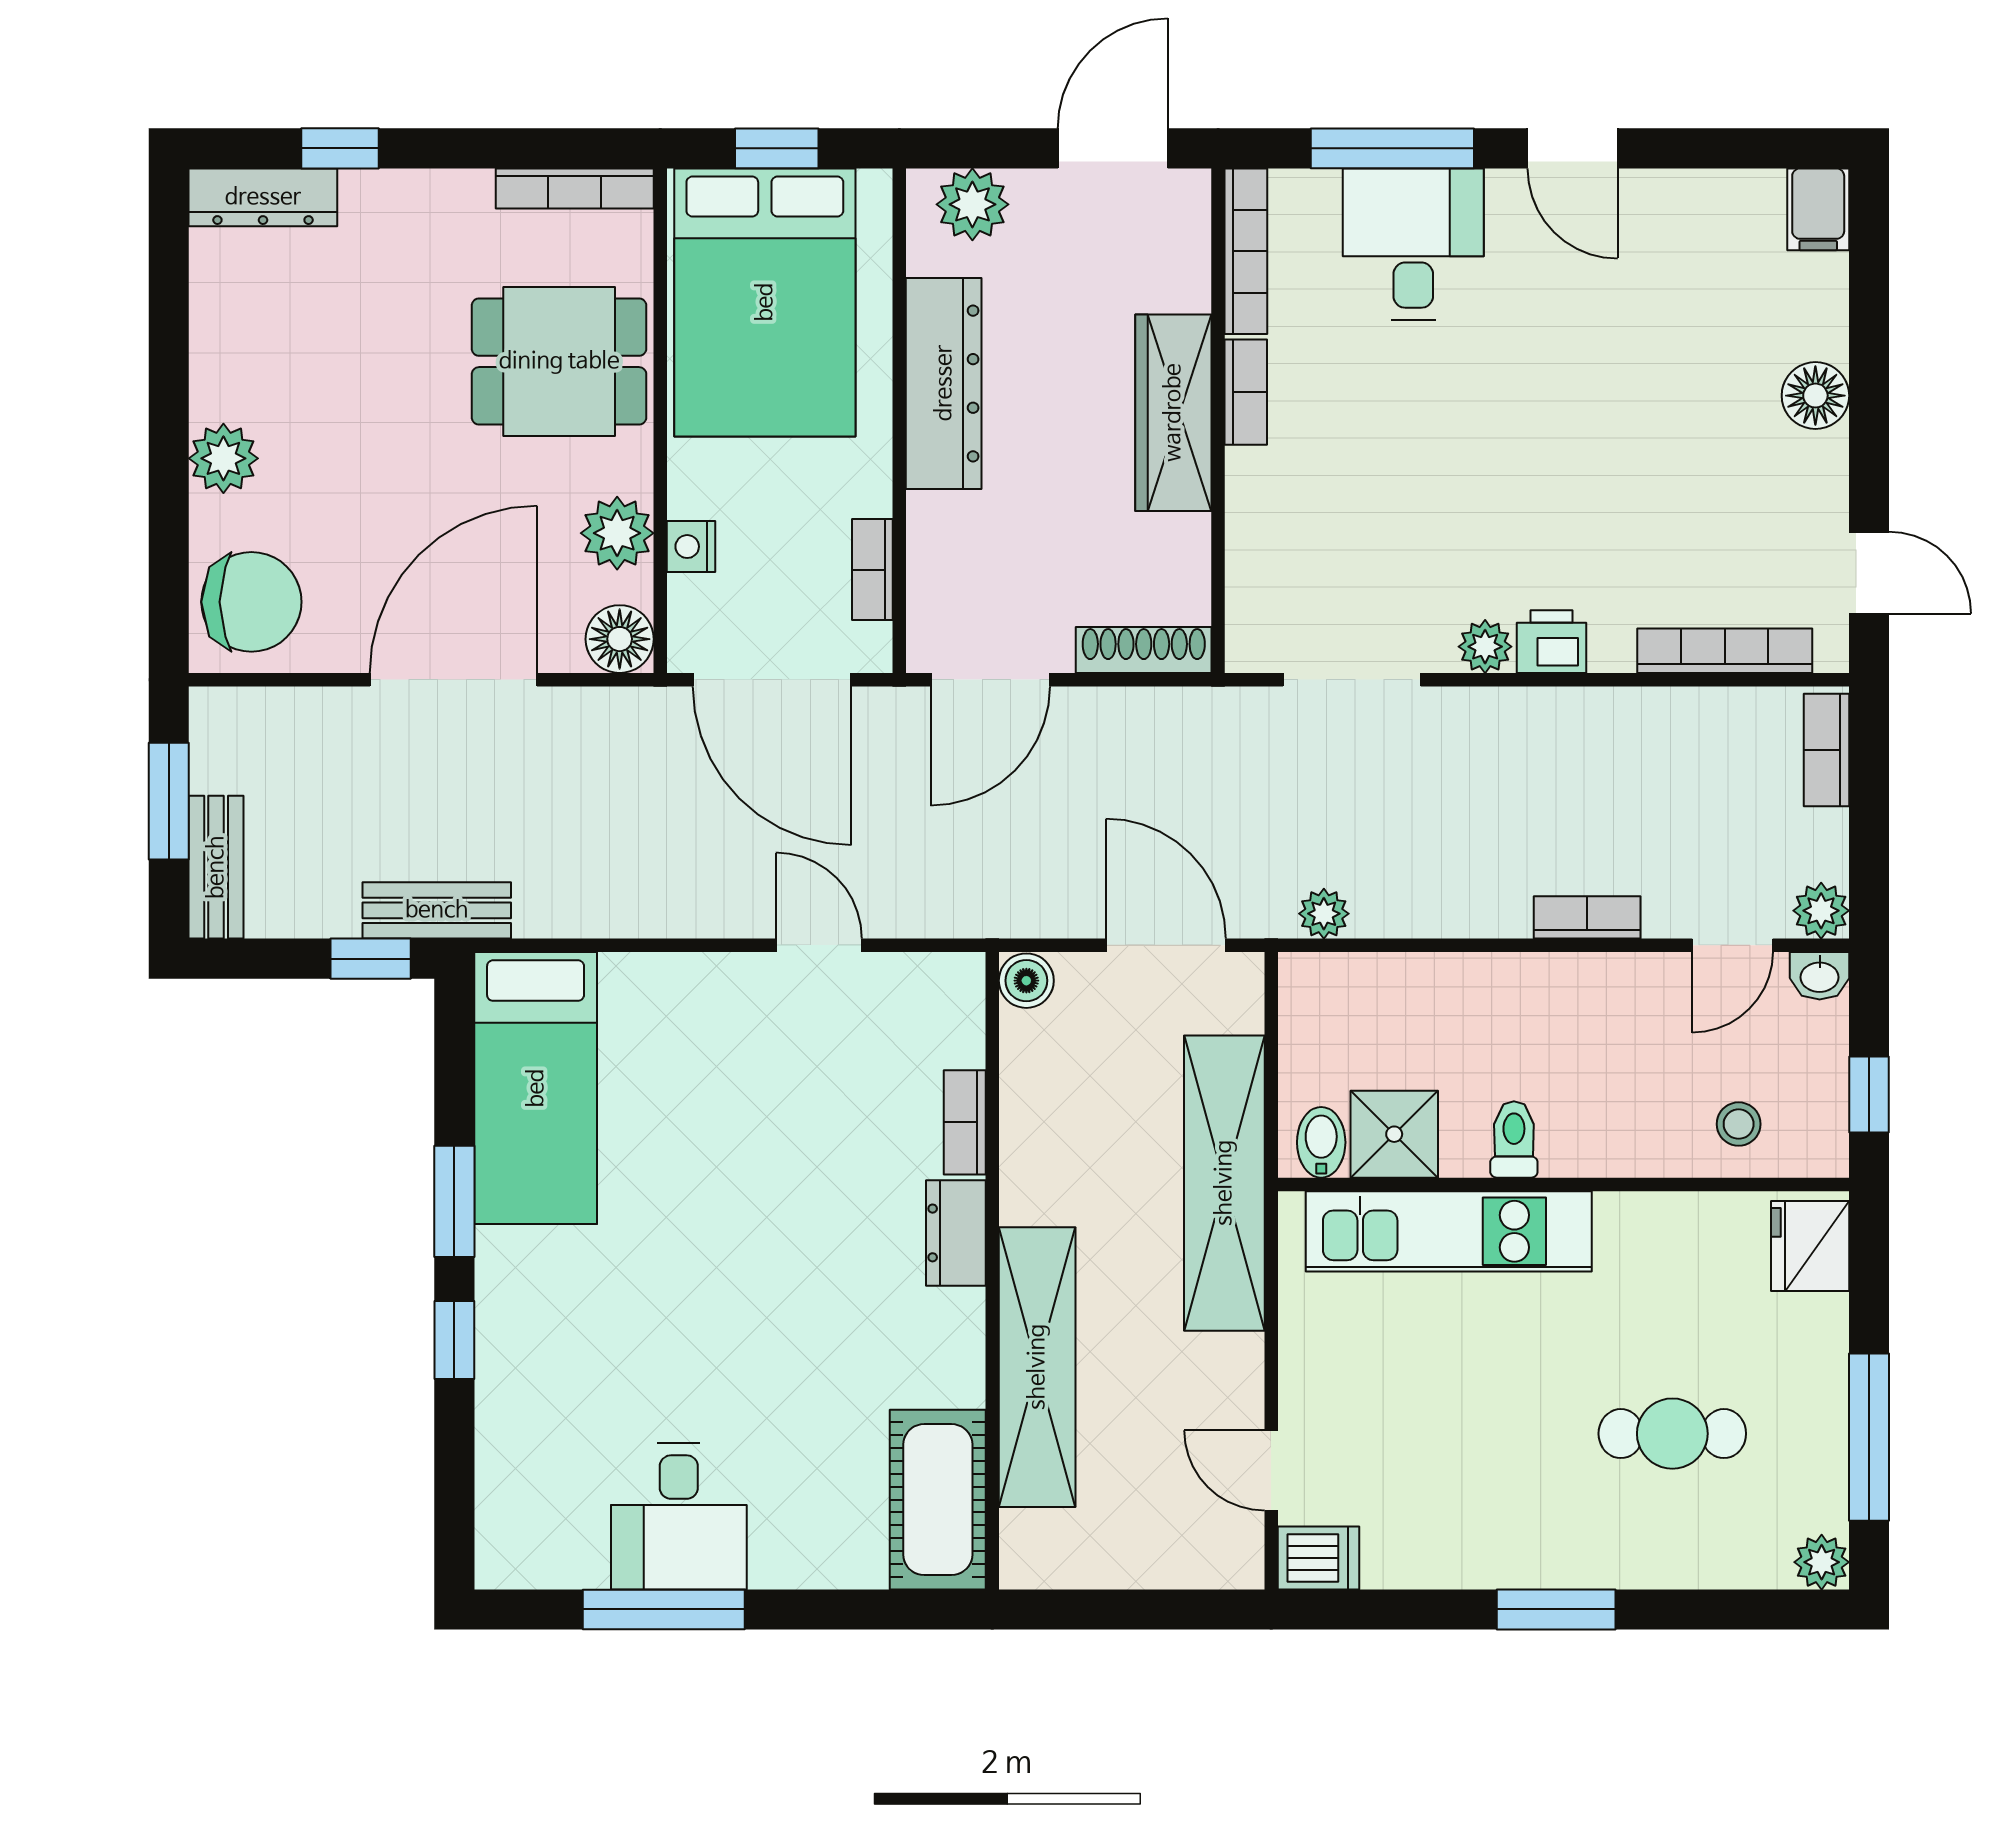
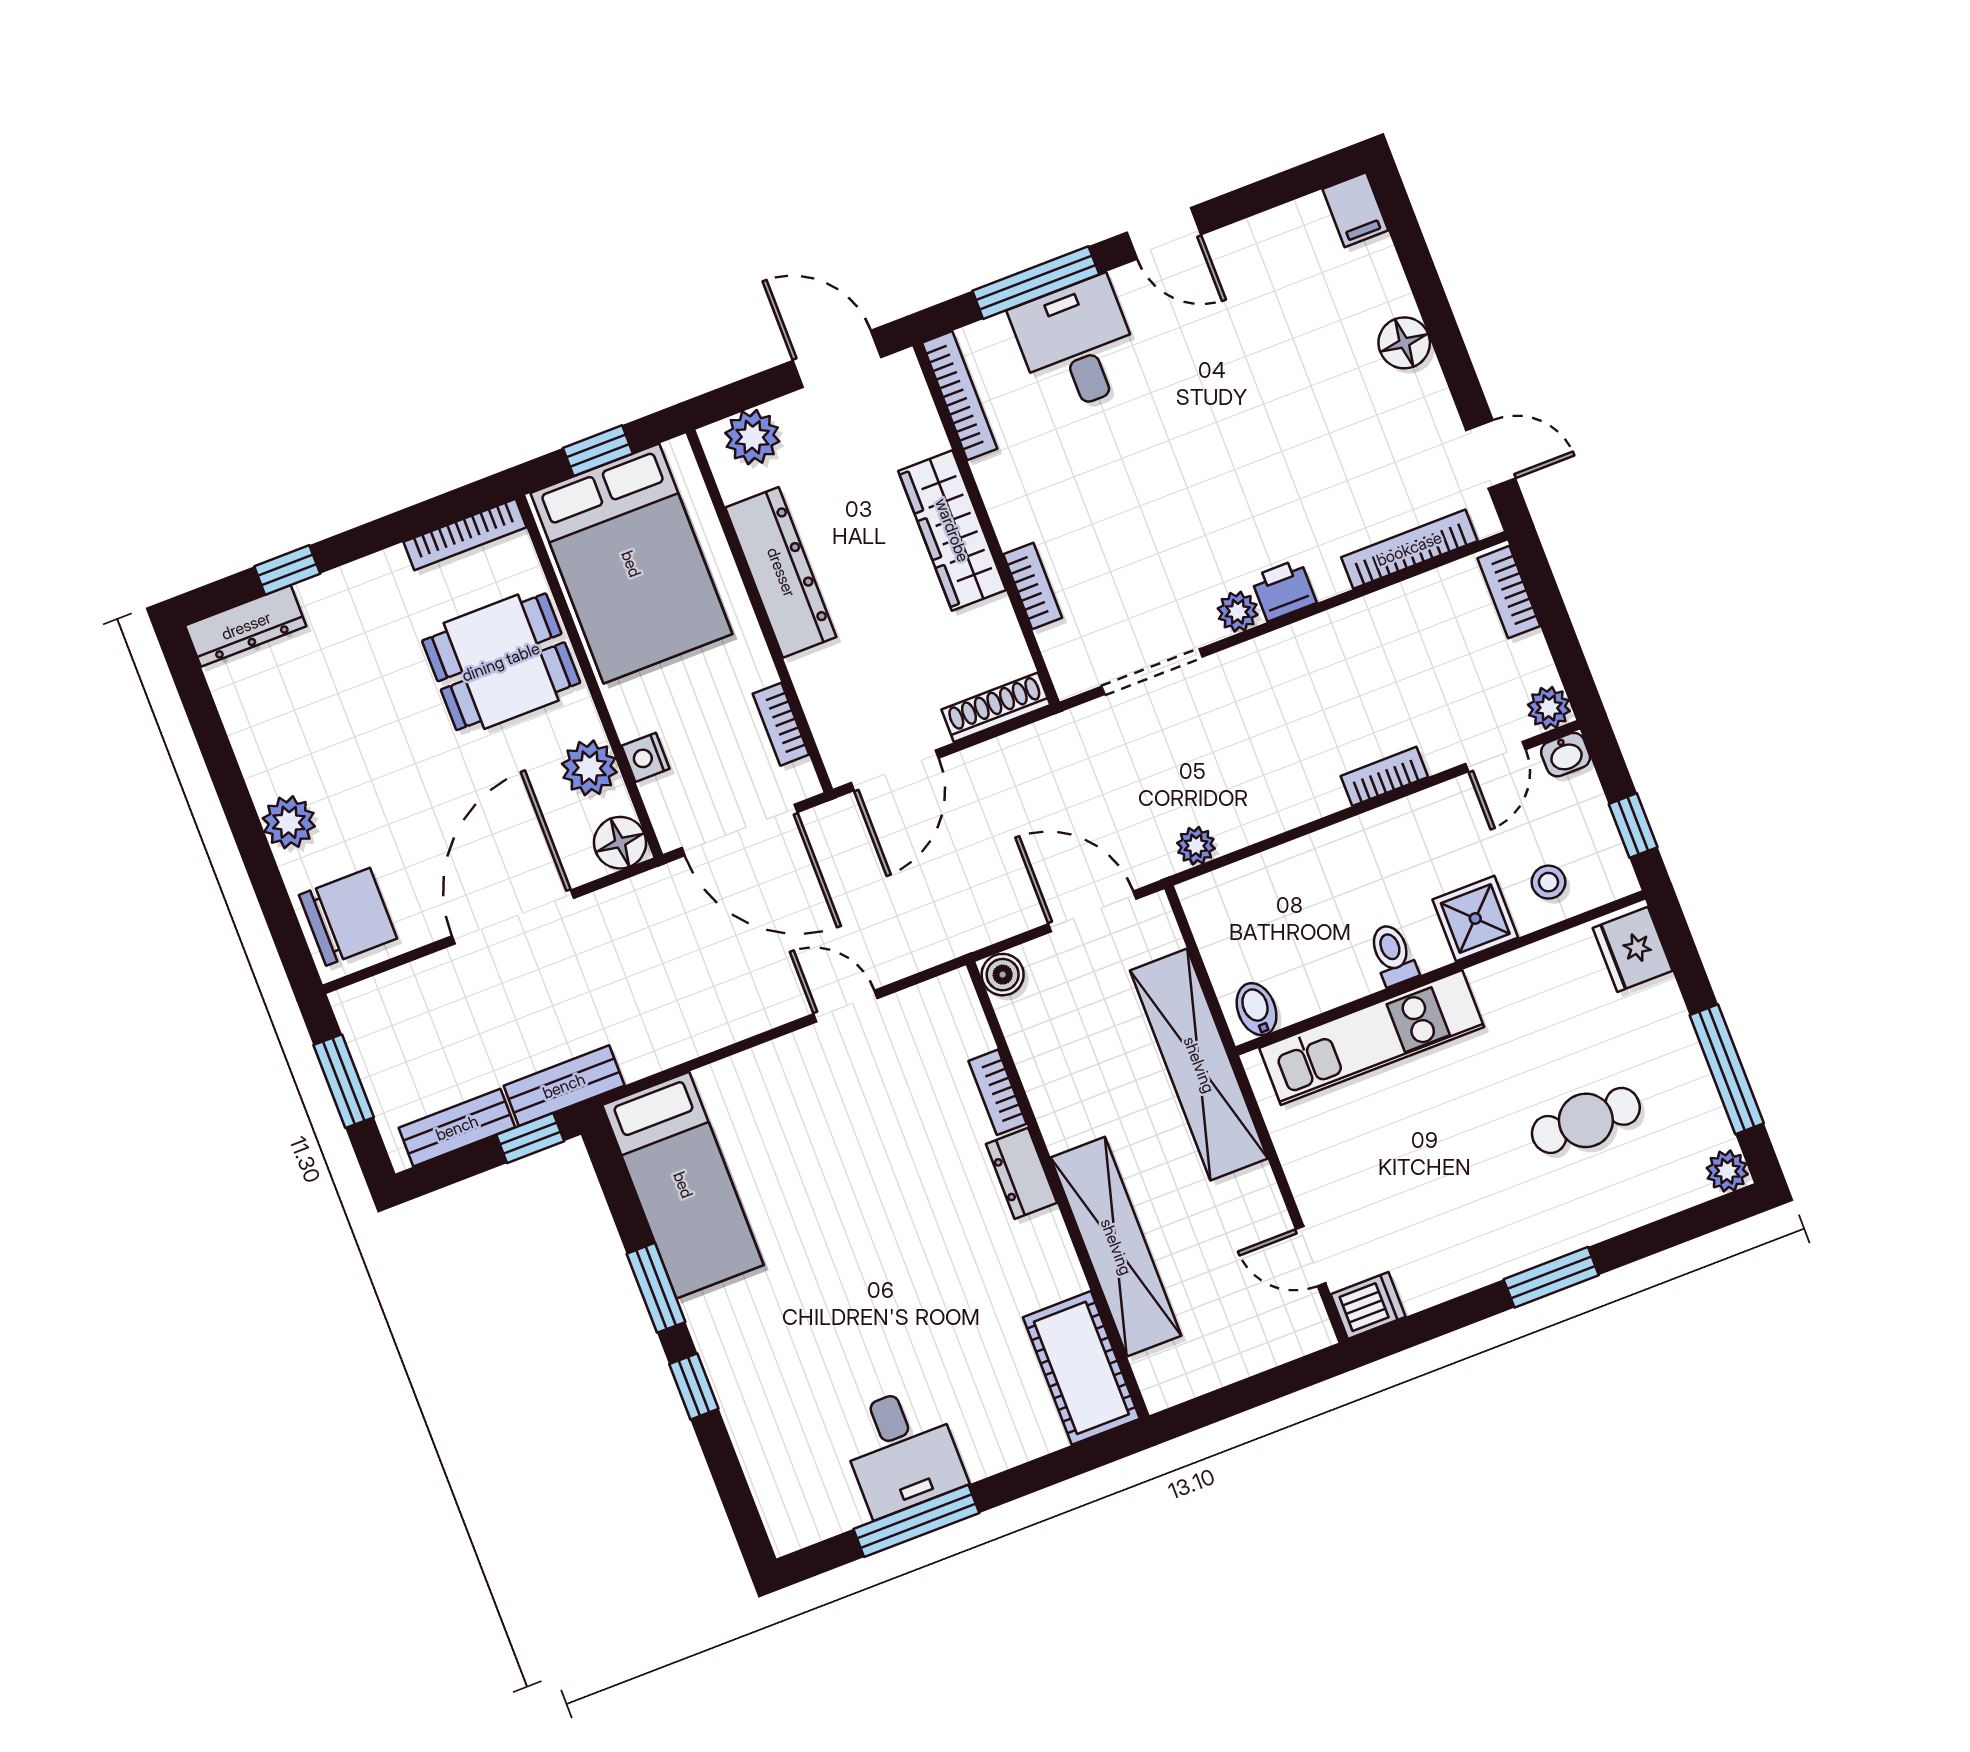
door: (1113, 148) -> (837, 359), hinge flipped
bookcase: (1246, 392) -> (1033, 586), moved
bench: (216, 867) -> (457, 1128), moved, turned 90
shower: (1394, 1134) -> (1475, 919), moved

